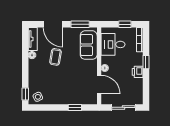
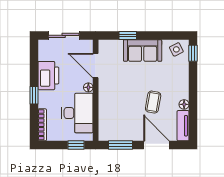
window: (125, 24) -> (76, 145), moved
desk: (113, 44) -> (77, 113), width x1.37
sofa: (89, 45) -> (143, 51), moved, turned 90
printer: (138, 72) -> (48, 76), width x1.87, depth x1.48

